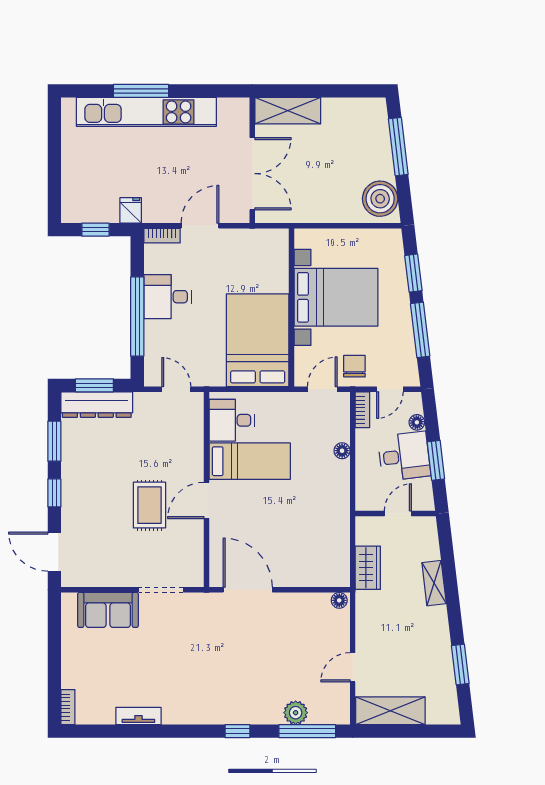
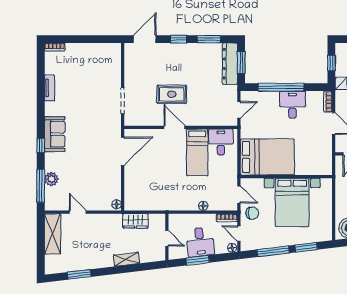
floor lamp: (417, 422) -> (232, 248), moved
sofa: (108, 610) -> (55, 134), moved, turned 180

